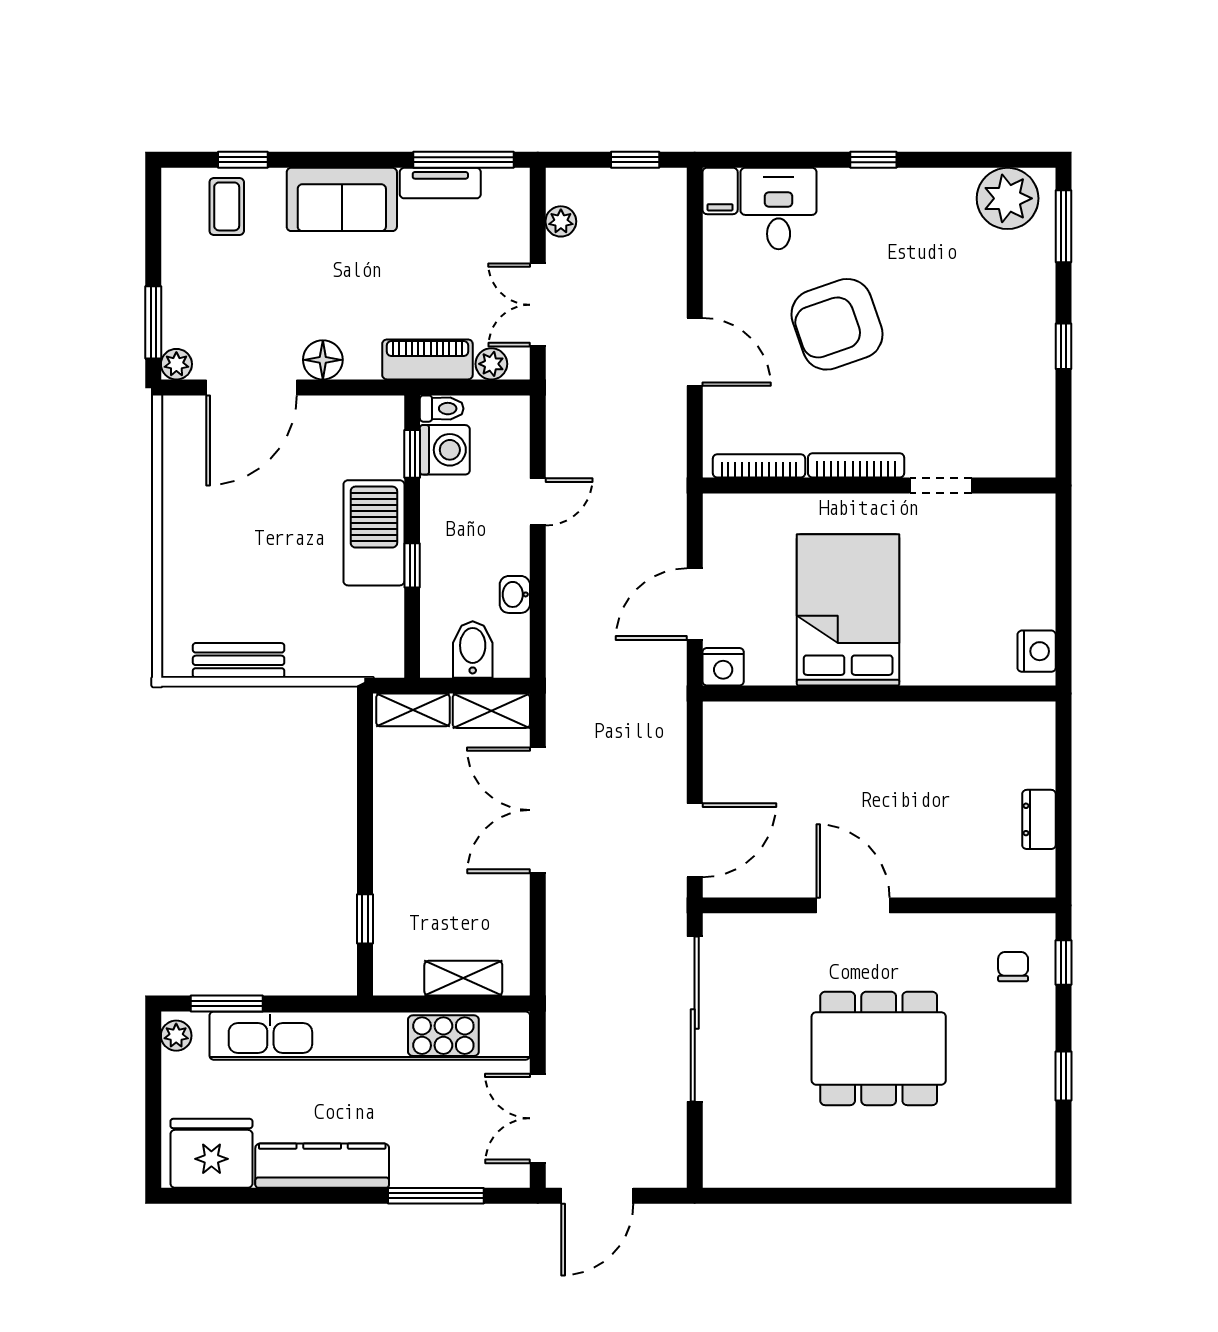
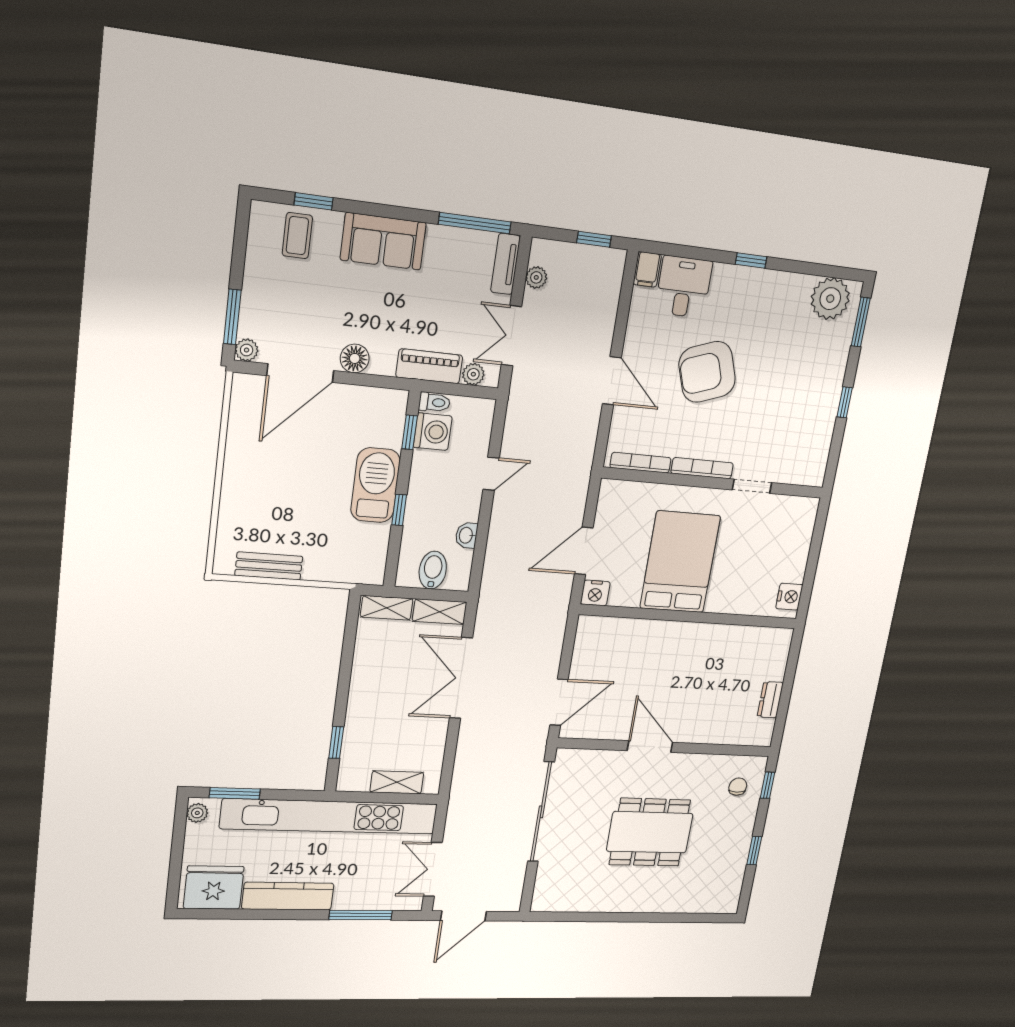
tv unit: (440, 183) -> (506, 264), moved, turned 90

